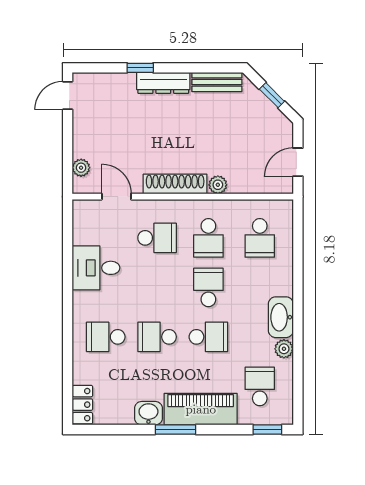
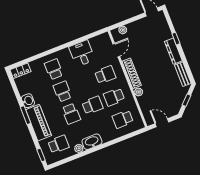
school desk: (157, 238) -> (105, 75), turned -90

